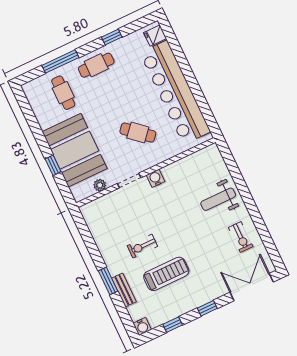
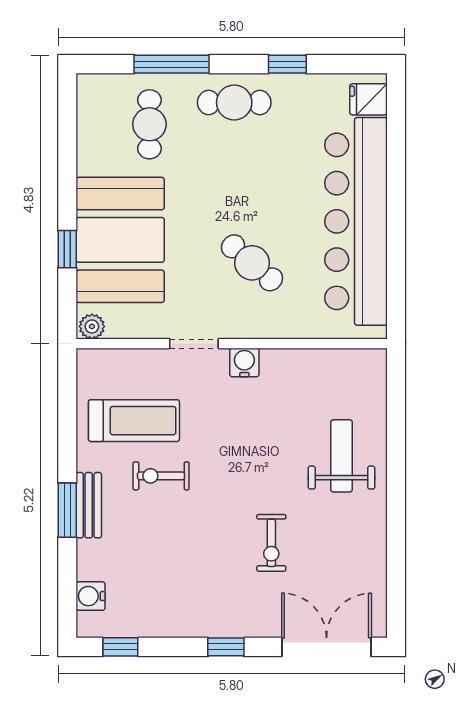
plant: (100, 185) -> (92, 326), moved
weight bench: (218, 199) -> (342, 456), turned 90
exercise bike: (241, 237) -> (271, 543), moved
treadmill: (166, 274) -> (134, 421), moved
bench: (124, 290) -> (89, 505), moved
window: (173, 325) -> (120, 647), moved
water cooler: (142, 326) -> (91, 596), moved, turned 90

